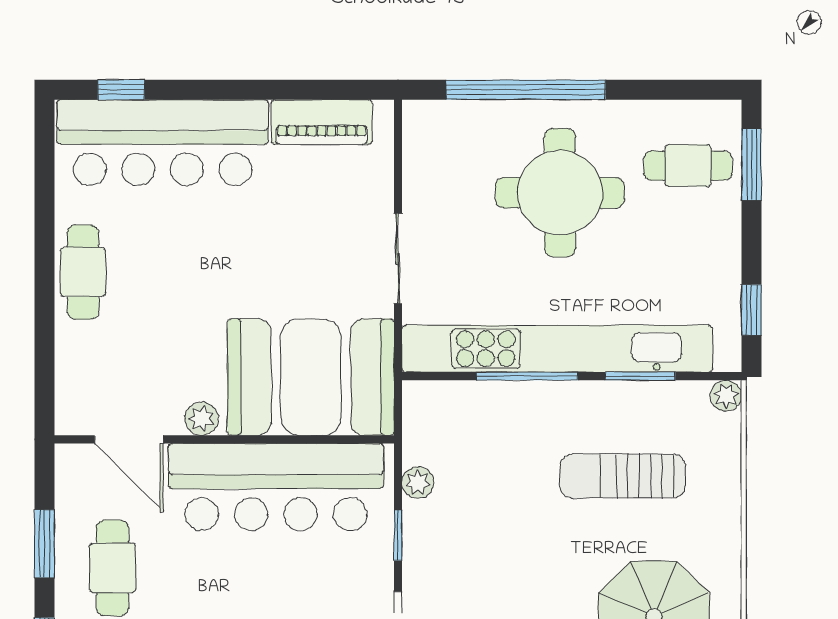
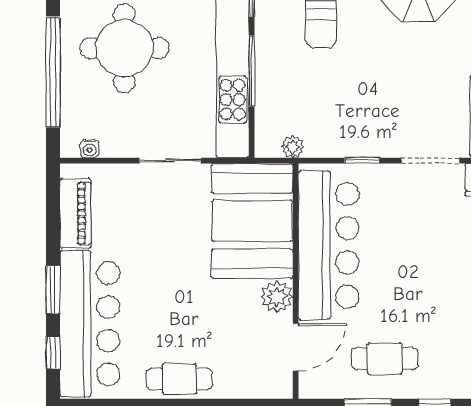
window: (212, 90) -> (53, 290), added
water cooler: (415, 142) -> (90, 149), added
plant: (202, 419) -> (277, 297), width x1.38, depth x1.38
plant: (418, 482) -> (293, 147), moved

